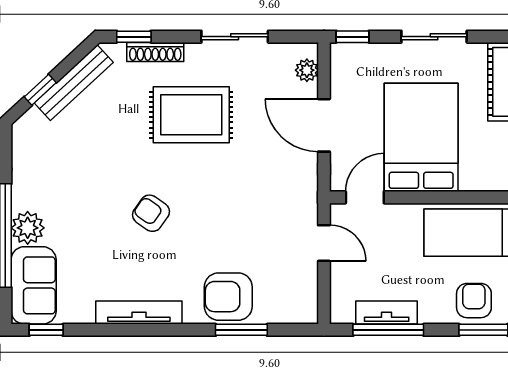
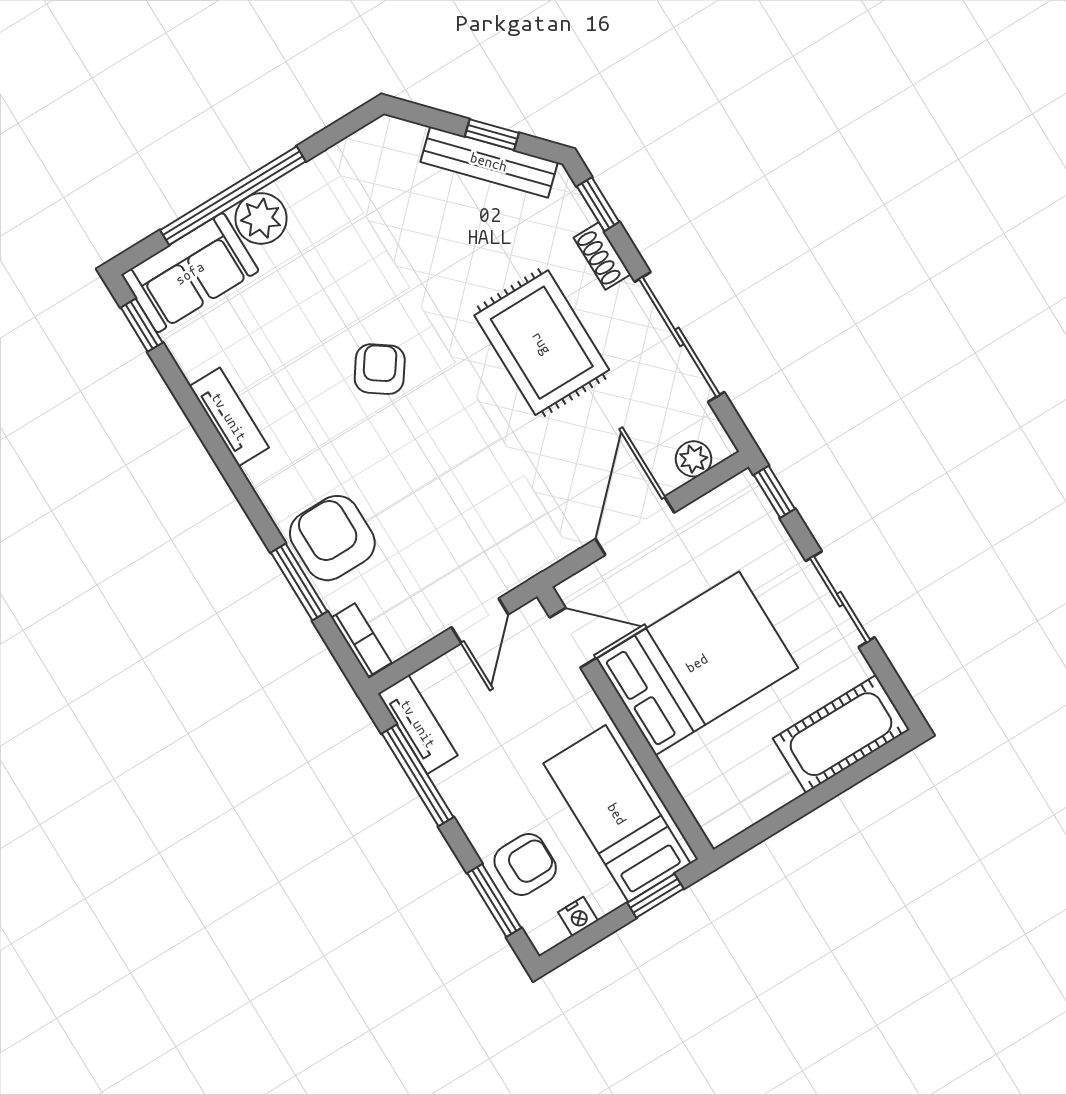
sliding door: (235, 37) -> (679, 337), width x1.37
shoe rack: (155, 52) -> (602, 256), width x0.70
window: (40, 90) -> (492, 135), moved
tv unit: (139, 313) -> (229, 417), width x0.71
tv unit: (387, 313) -> (418, 724), moved
bookcase: (295, 315) -> (361, 640), added

